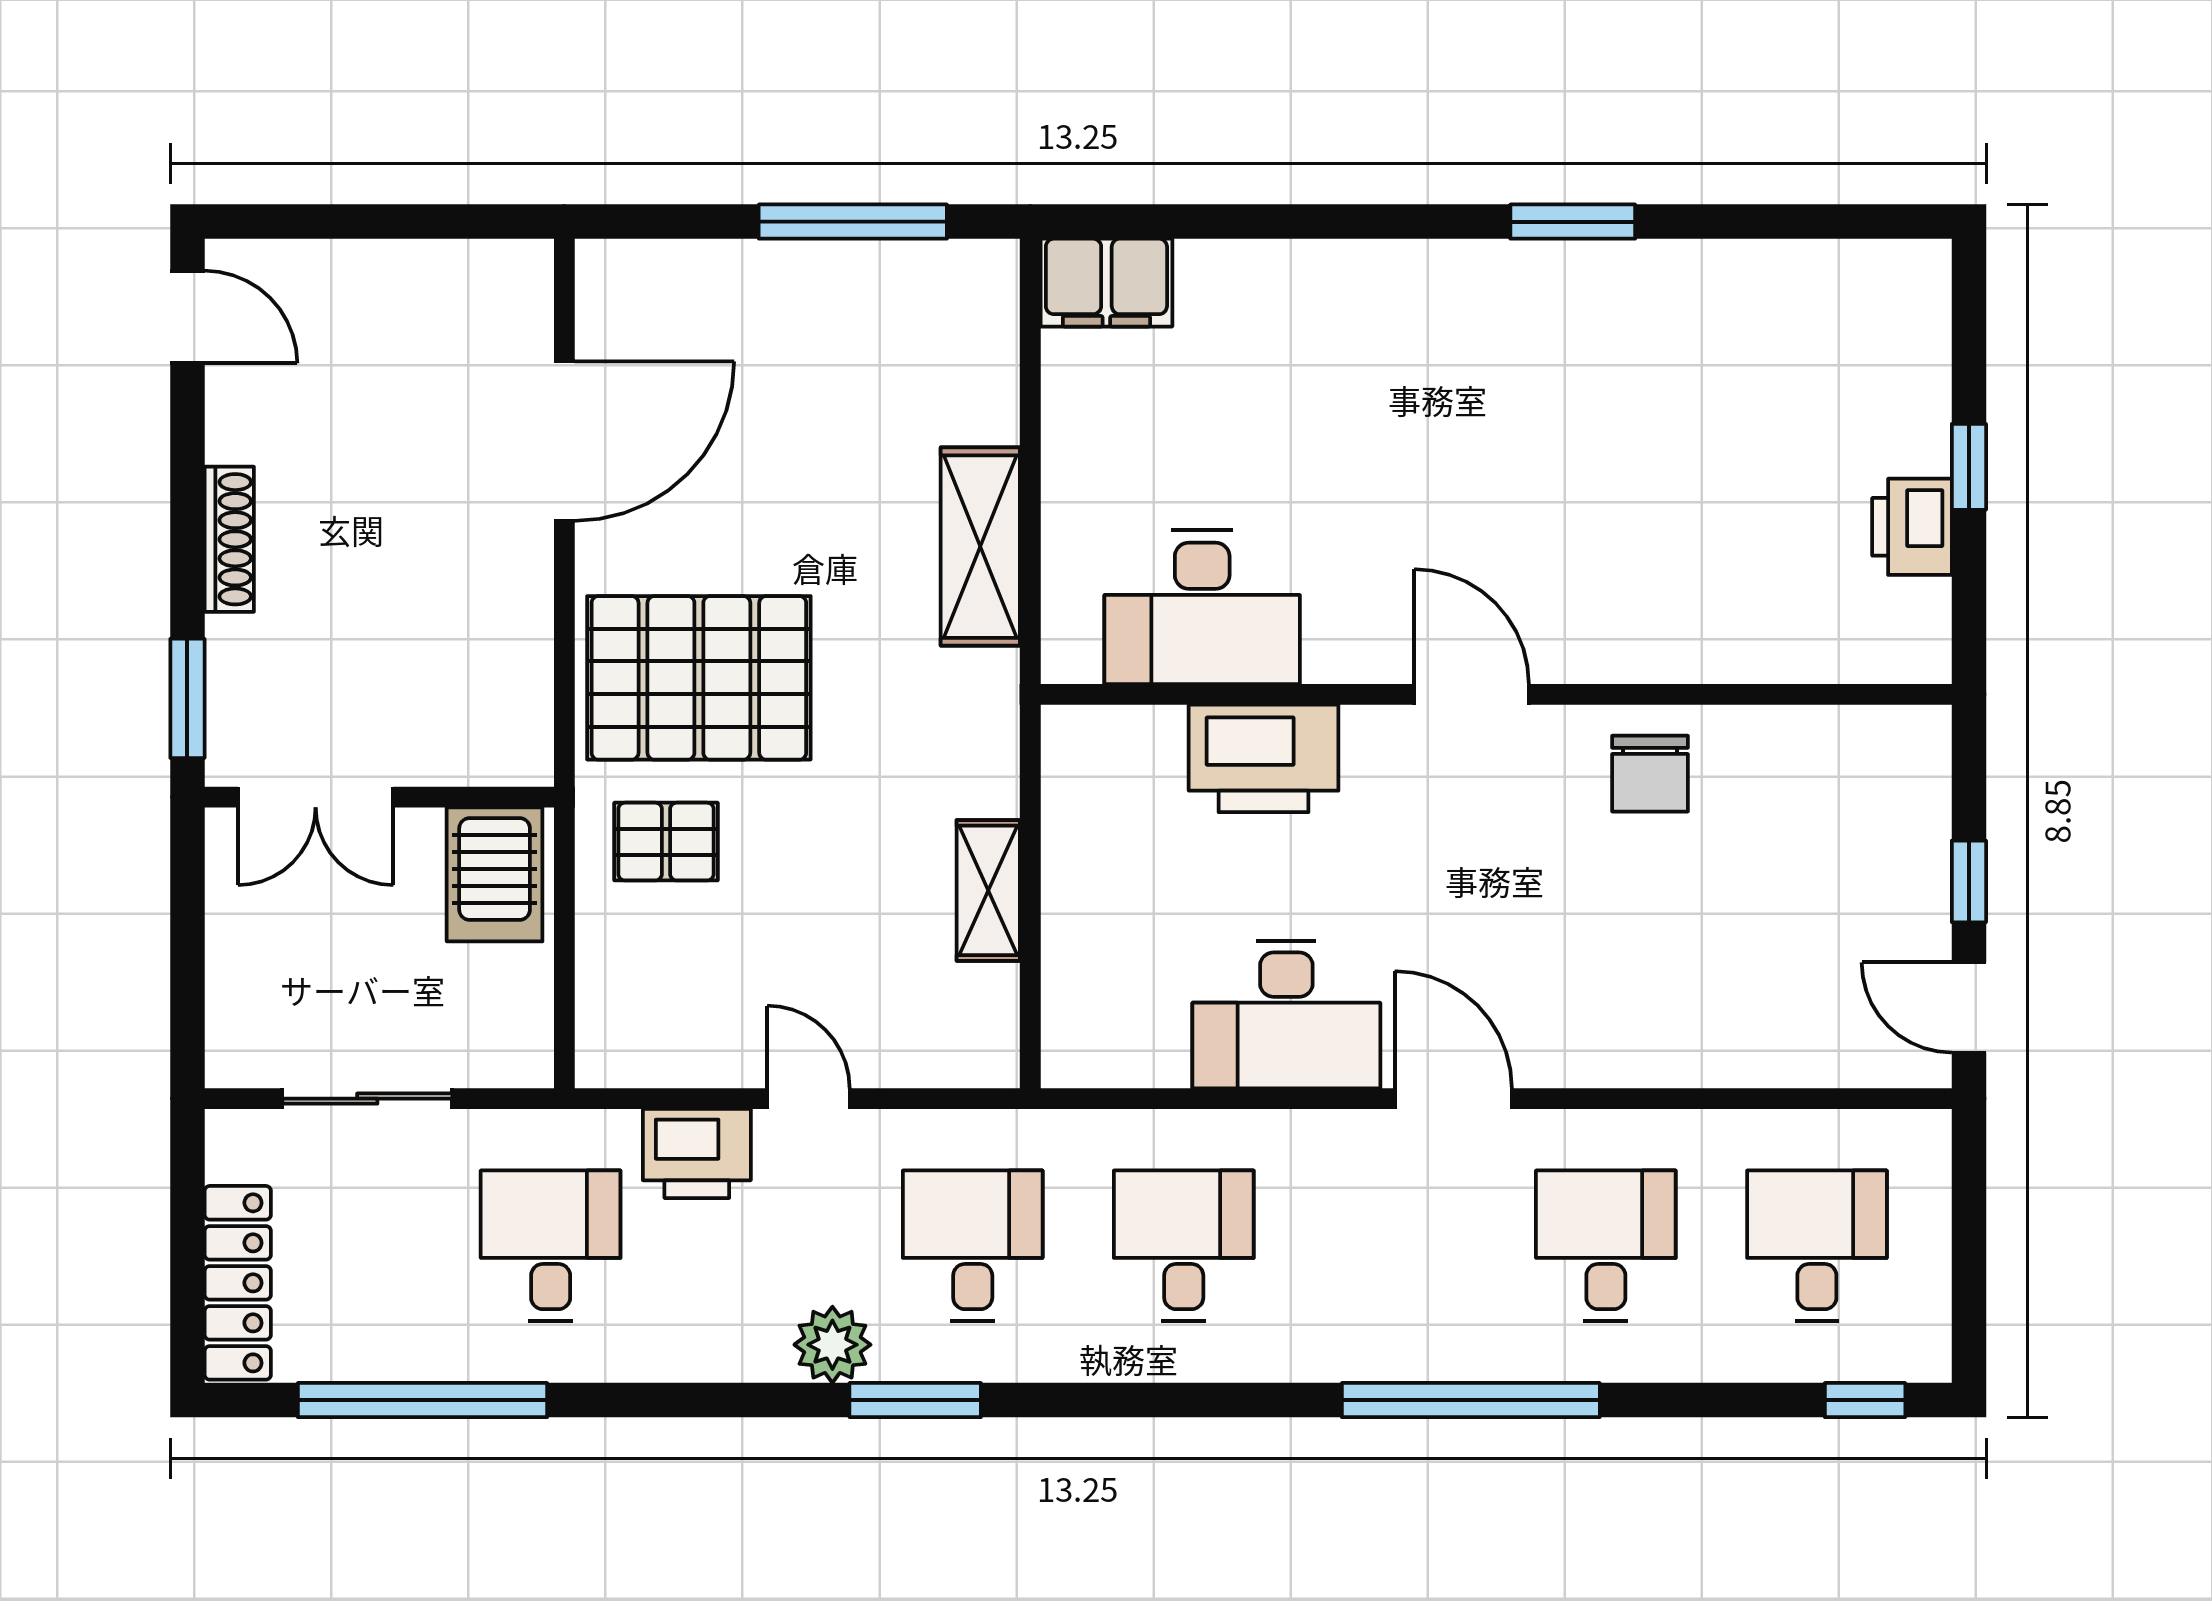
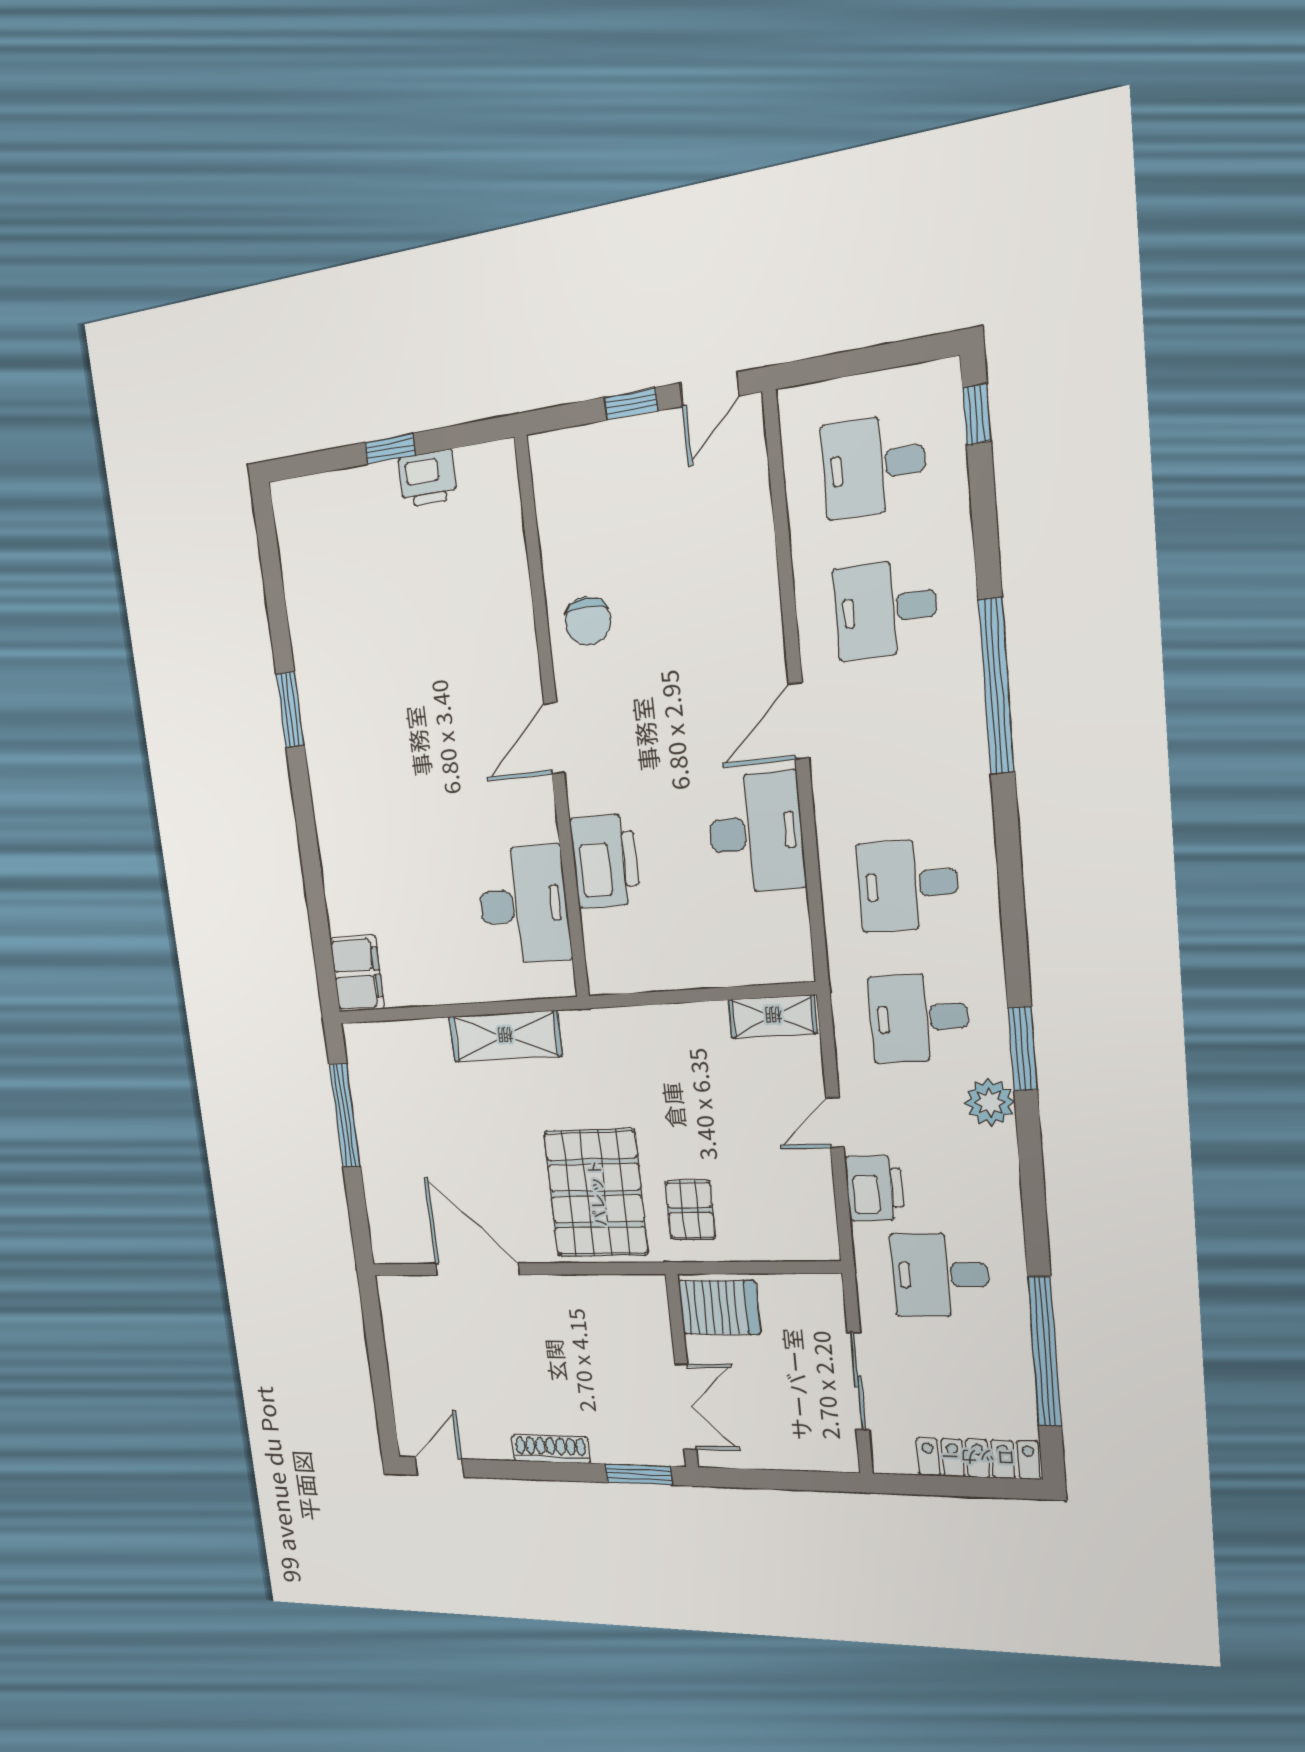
chair: (1650, 774) -> (588, 621), turned 90
shelving: (988, 890) -> (773, 1016), moved

